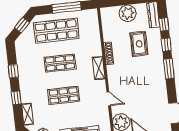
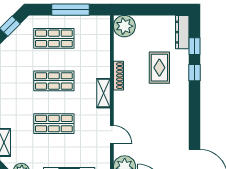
plant: (128, 13) -> (124, 26), moved
shop shelf: (56, 31) -> (54, 38), width x0.70, depth x0.74
window: (169, 69) -> (194, 104), removed

